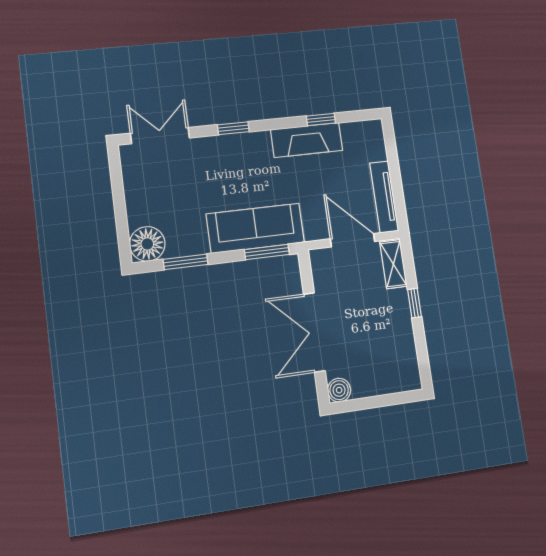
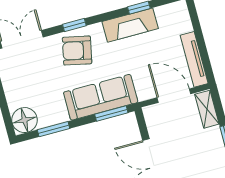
armchair: (232, 162) -> (77, 51), added

